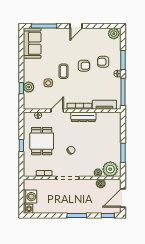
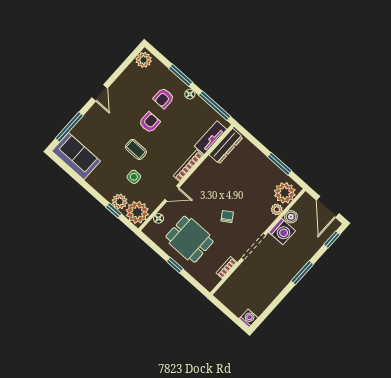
plant: (31, 101) -> (137, 212), added
door: (57, 111) -> (172, 193), swing flipped
dresser: (83, 117) -> (226, 146), moved
washing machine: (30, 197) -> (282, 232), moved, turned 90

